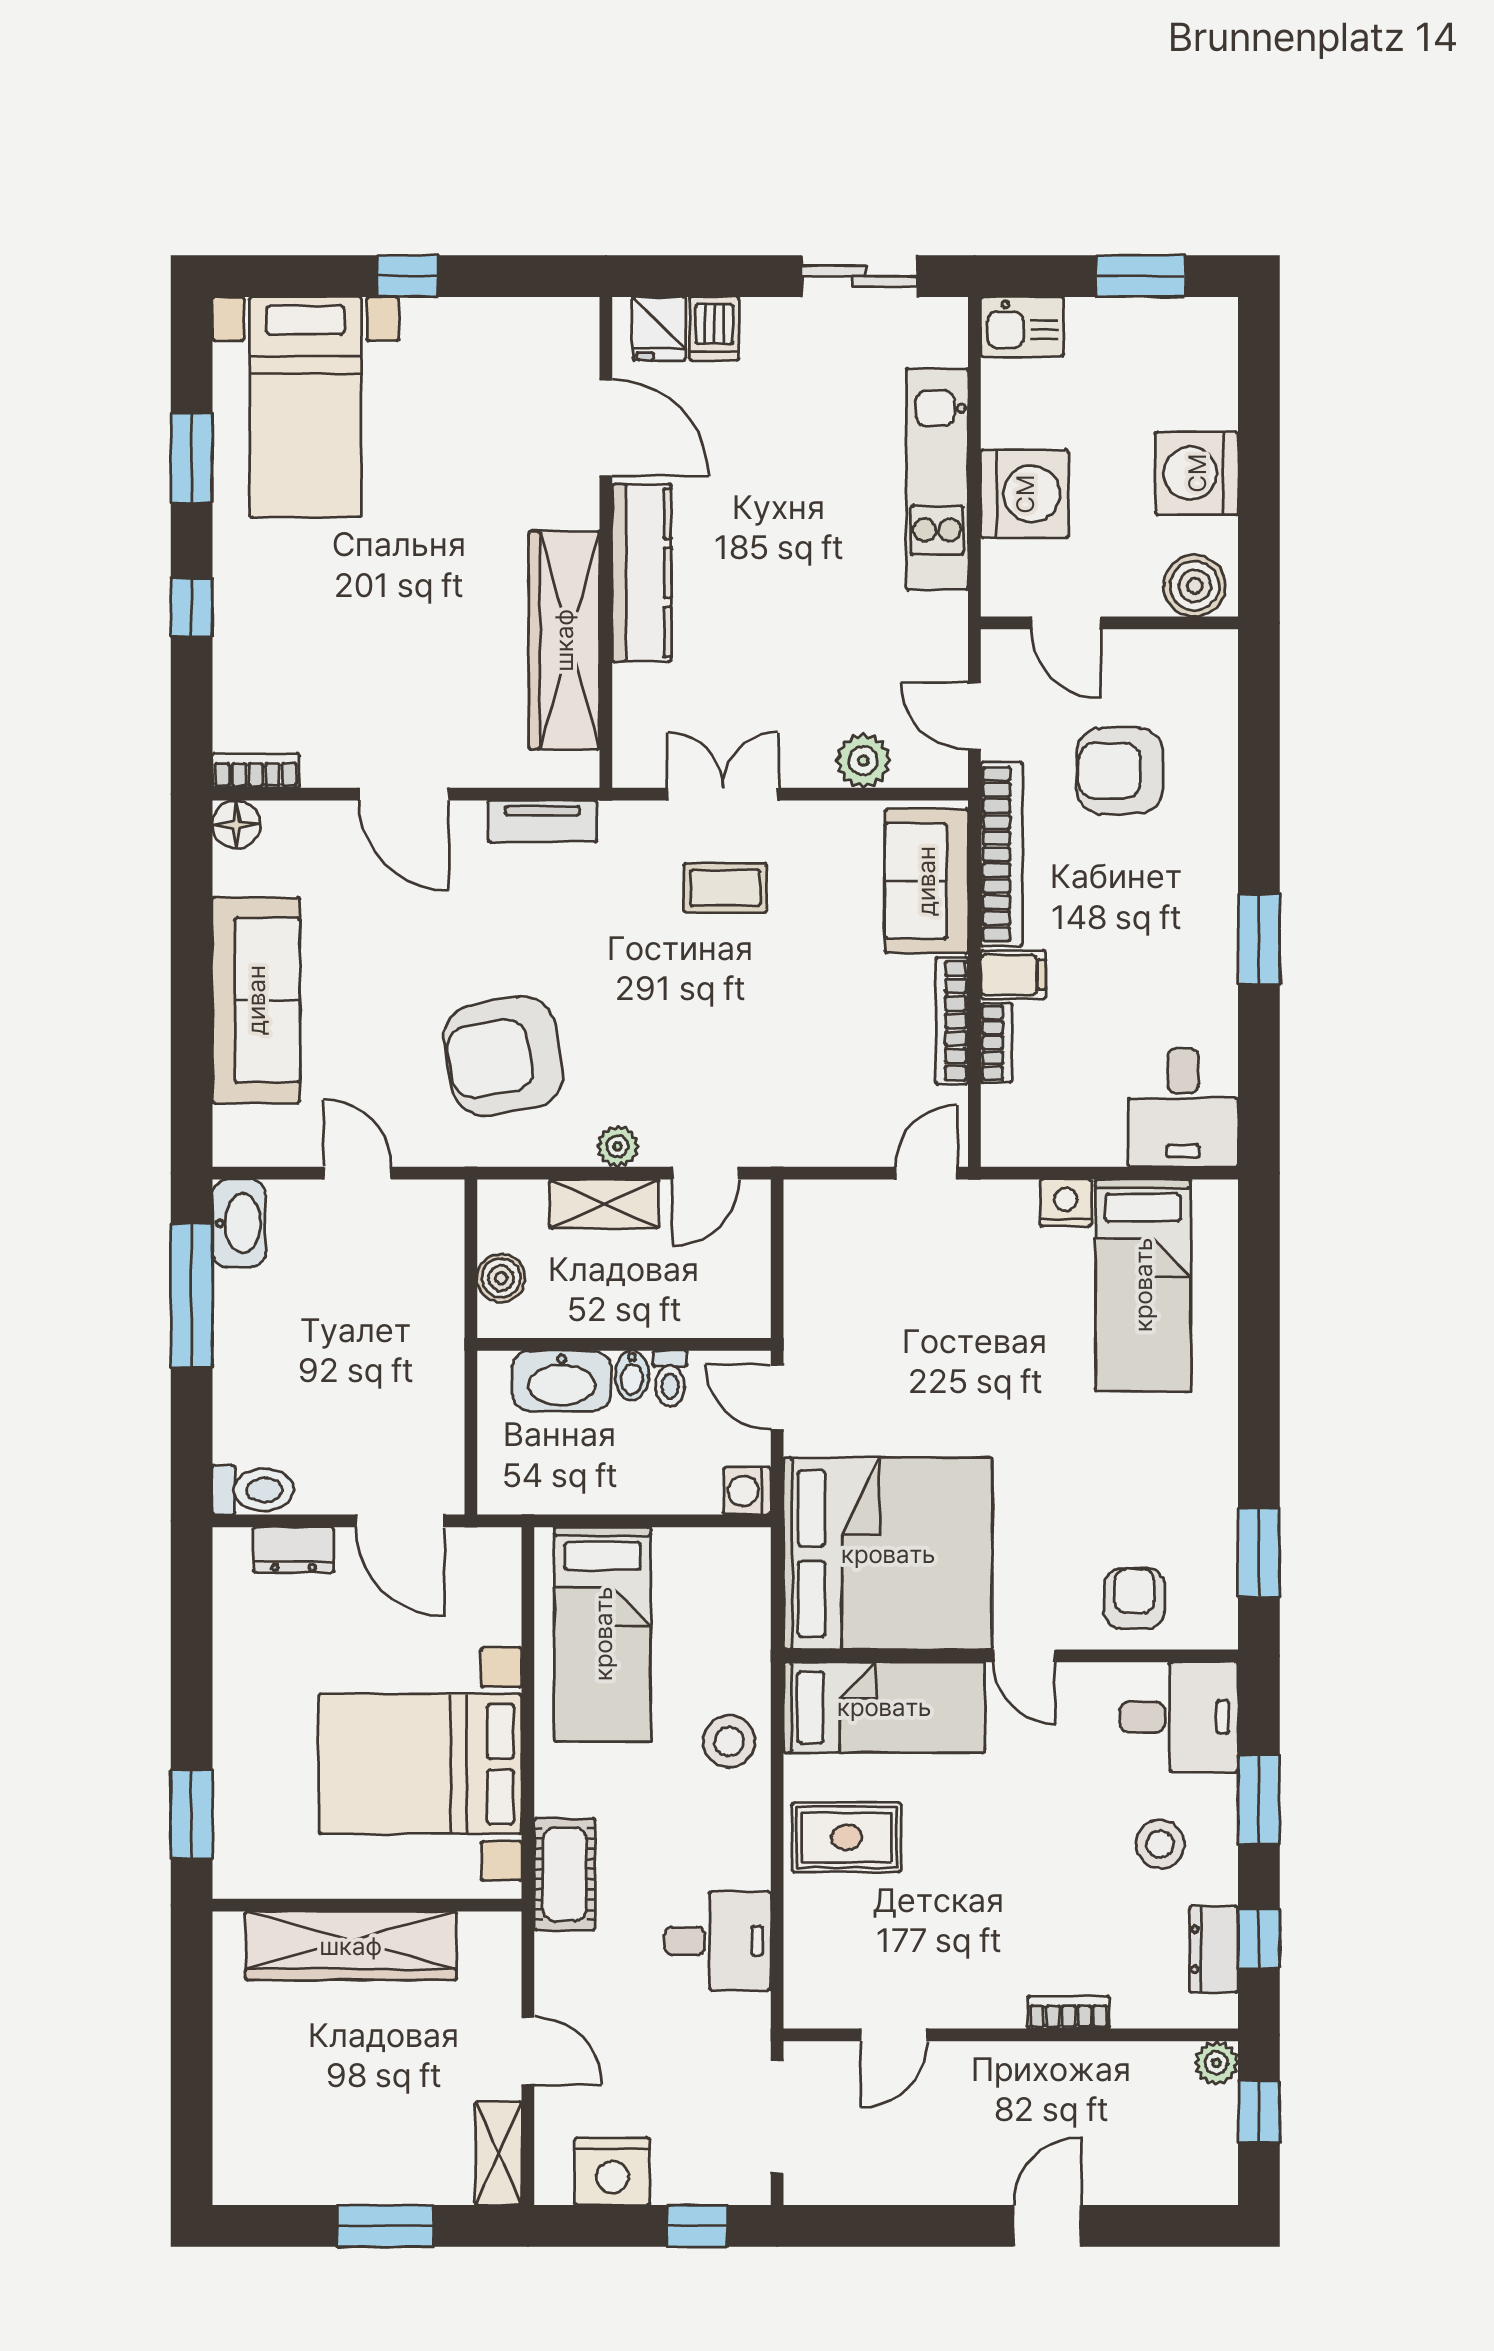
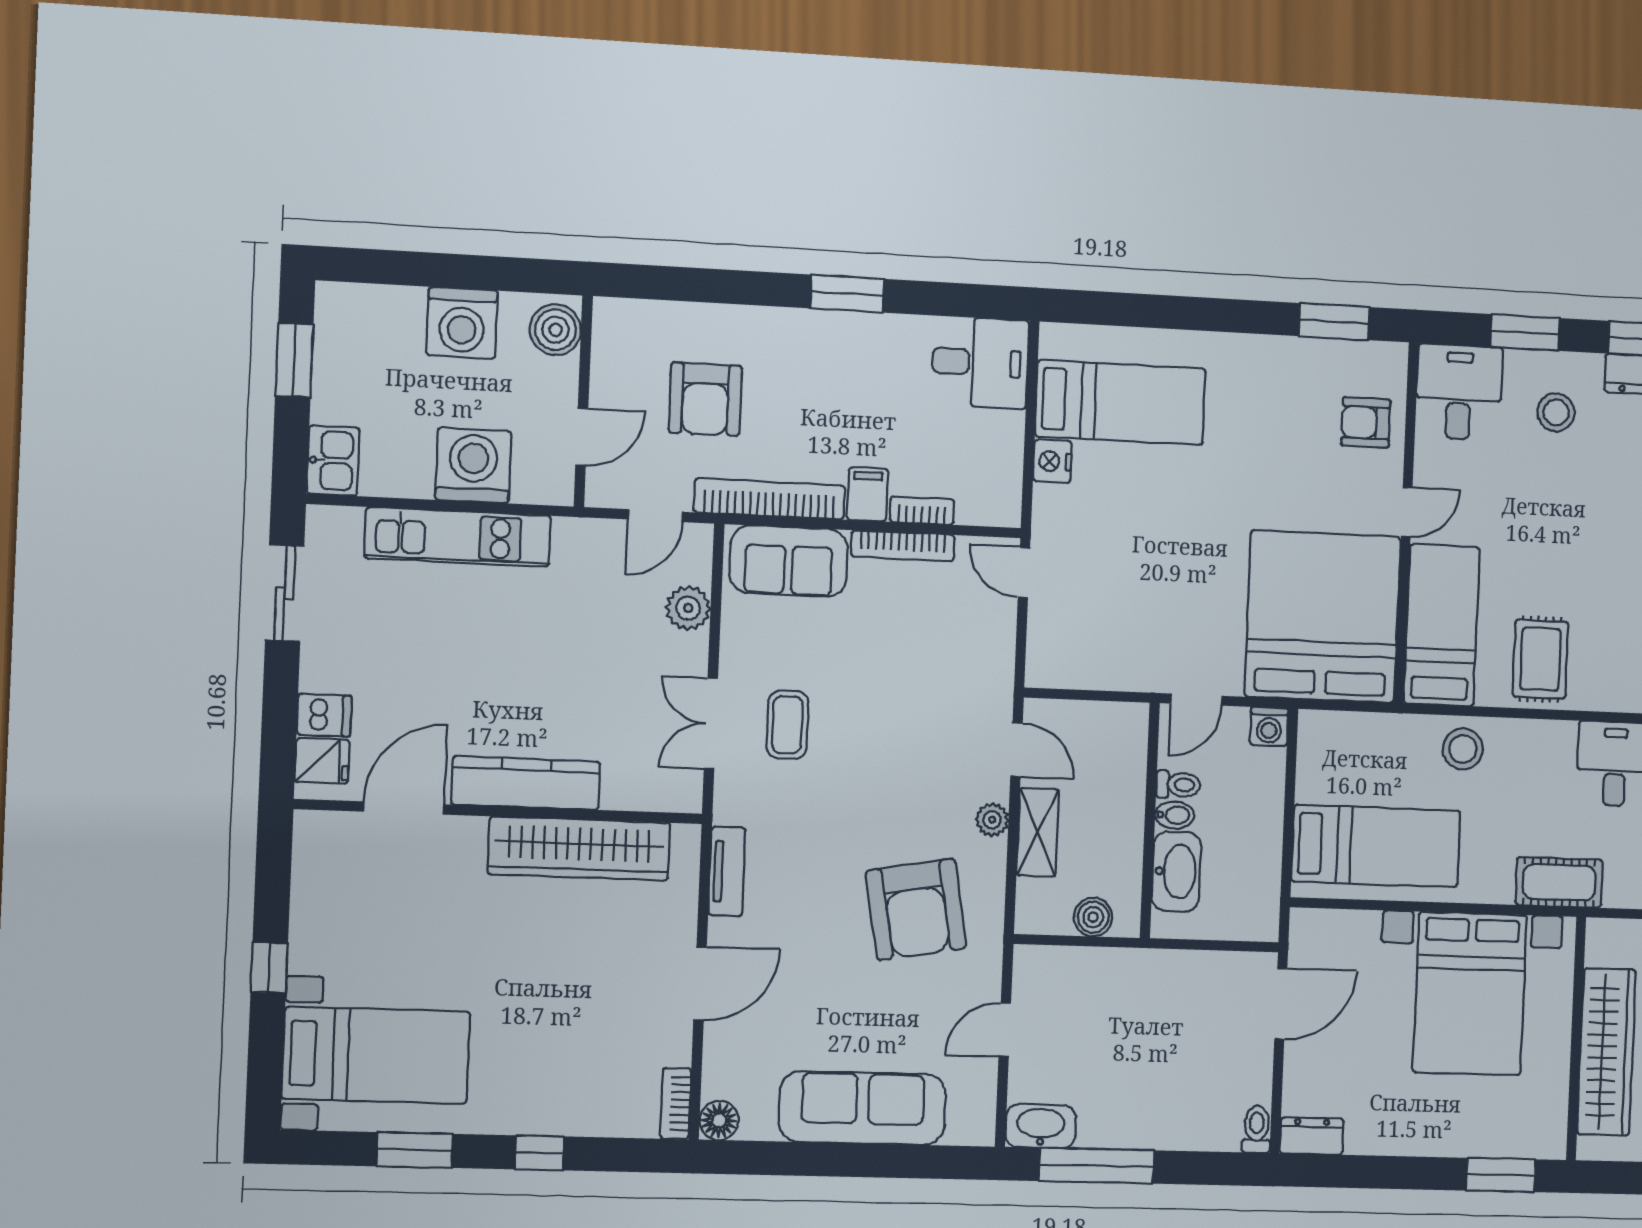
toilet: (253, 1490) -> (1257, 1129), width x0.73, depth x0.72
dresser: (294, 1550) -> (1312, 1136), moved, turned -90

